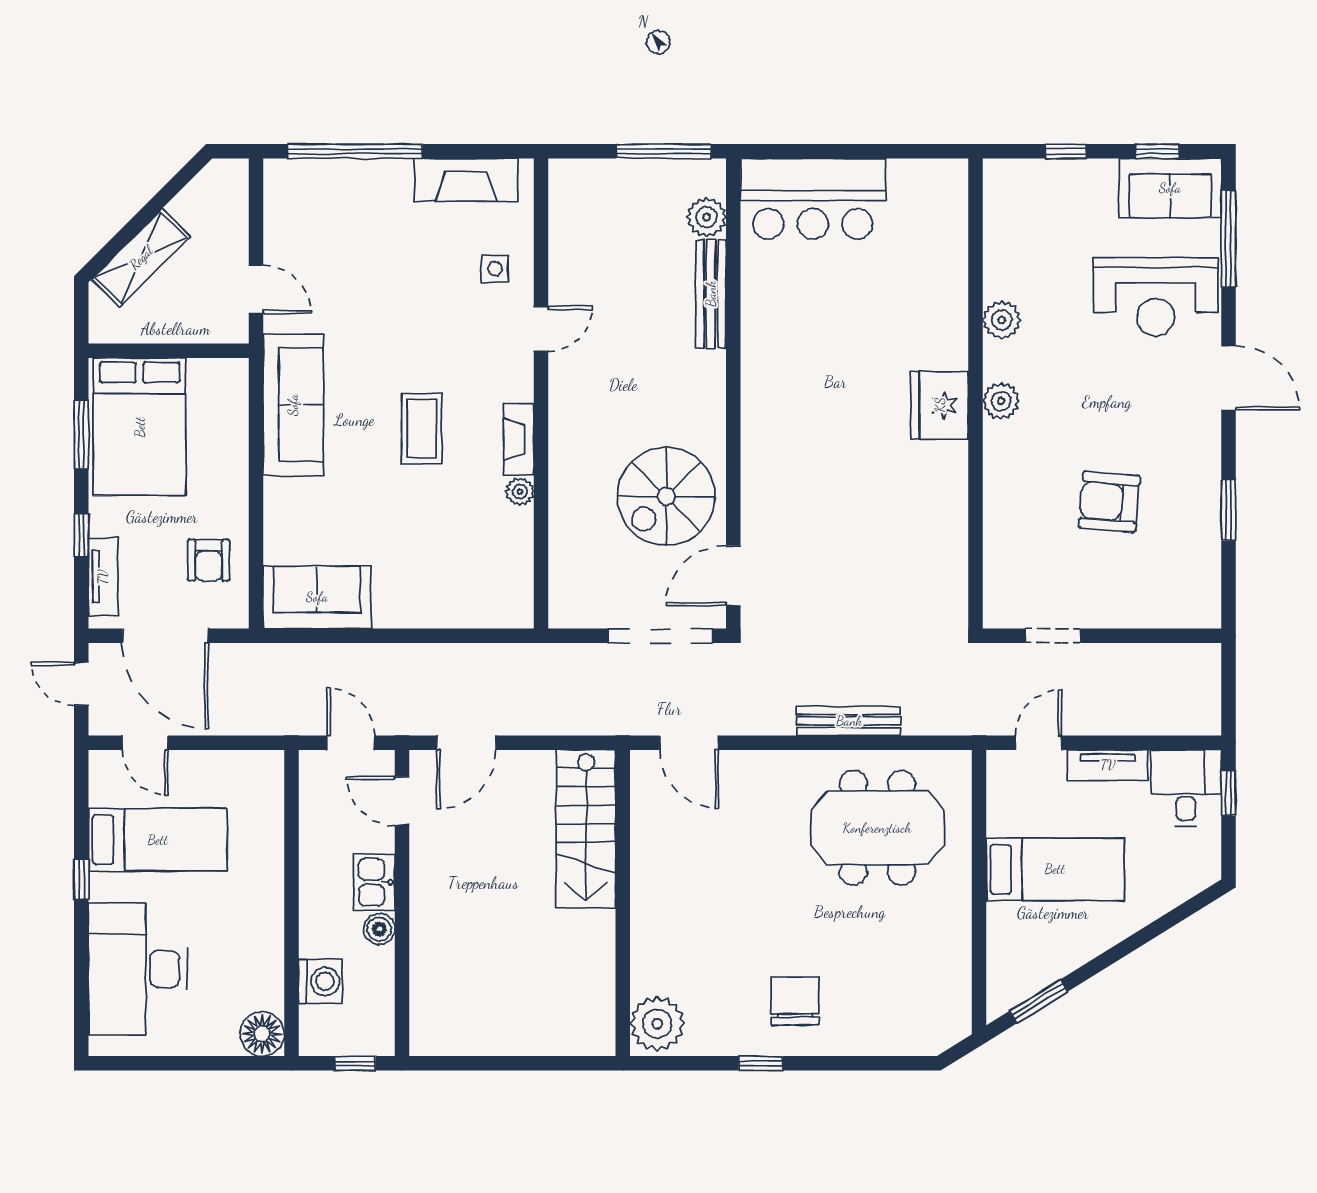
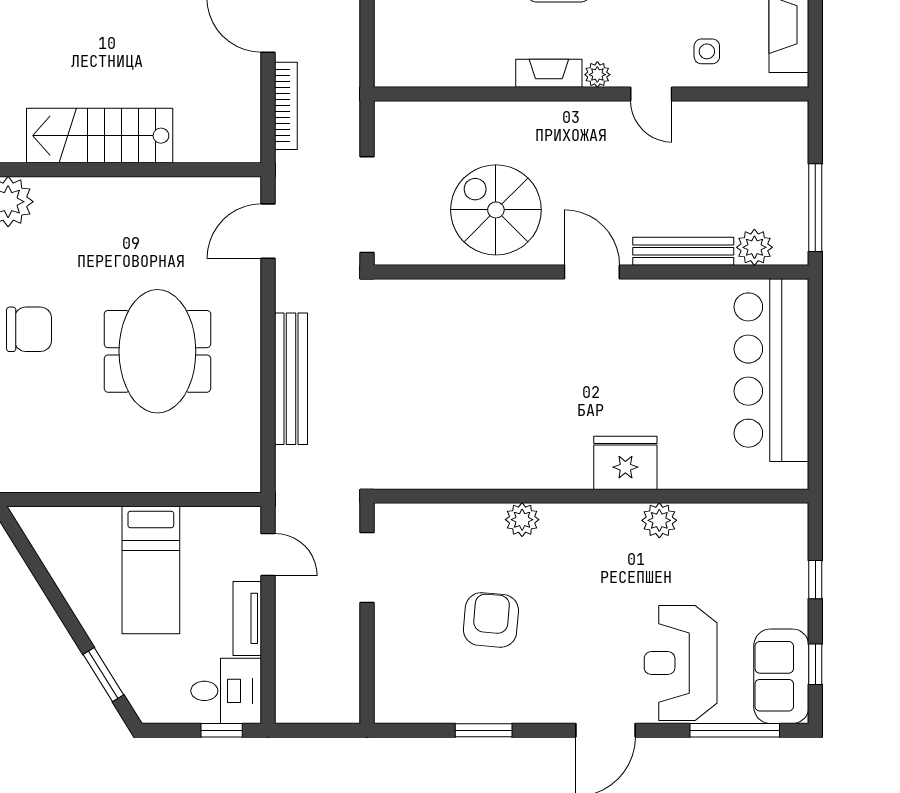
bar counter: (813, 199) -> (771, 370), width x1.36
plant: (1001, 401) -> (522, 520), moved
fridge: (940, 405) -> (625, 463), moved
plant: (520, 492) -> (597, 75), moved
door: (733, 576) -> (592, 272), moved
doorway: (1053, 636) -> (367, 568), width x1.38
bench: (849, 721) -> (291, 379), width x1.37, depth x1.21
bookcase: (554, 724) -> (286, 106), added
meeting table: (877, 828) -> (157, 351), moved
stairs: (586, 829) -> (100, 136), moved
window: (1038, 1001) -> (103, 675), moved

